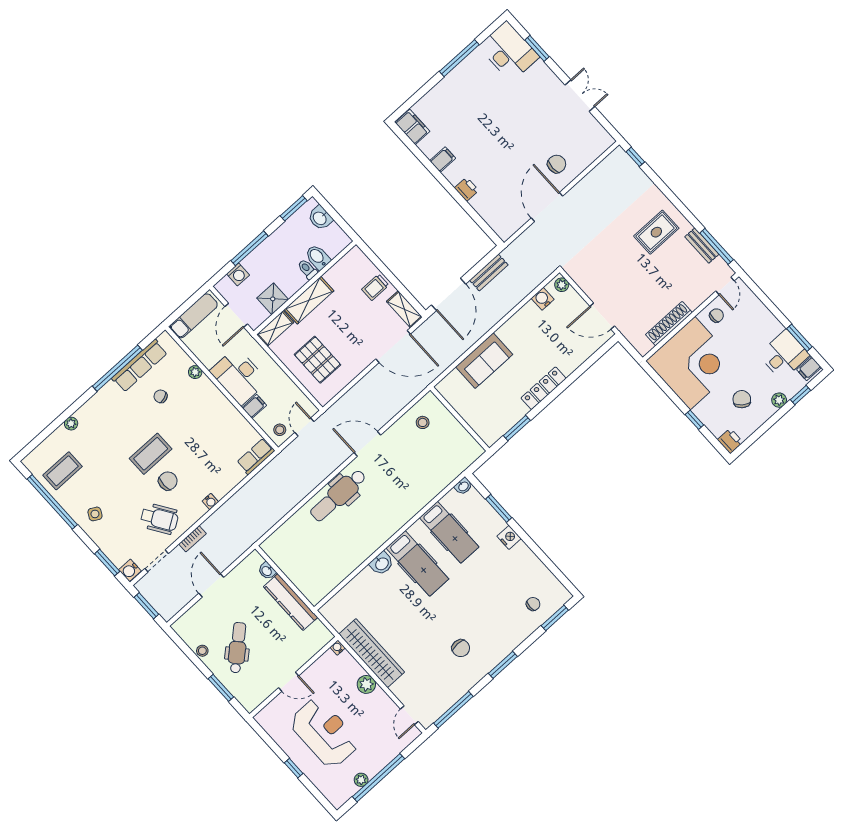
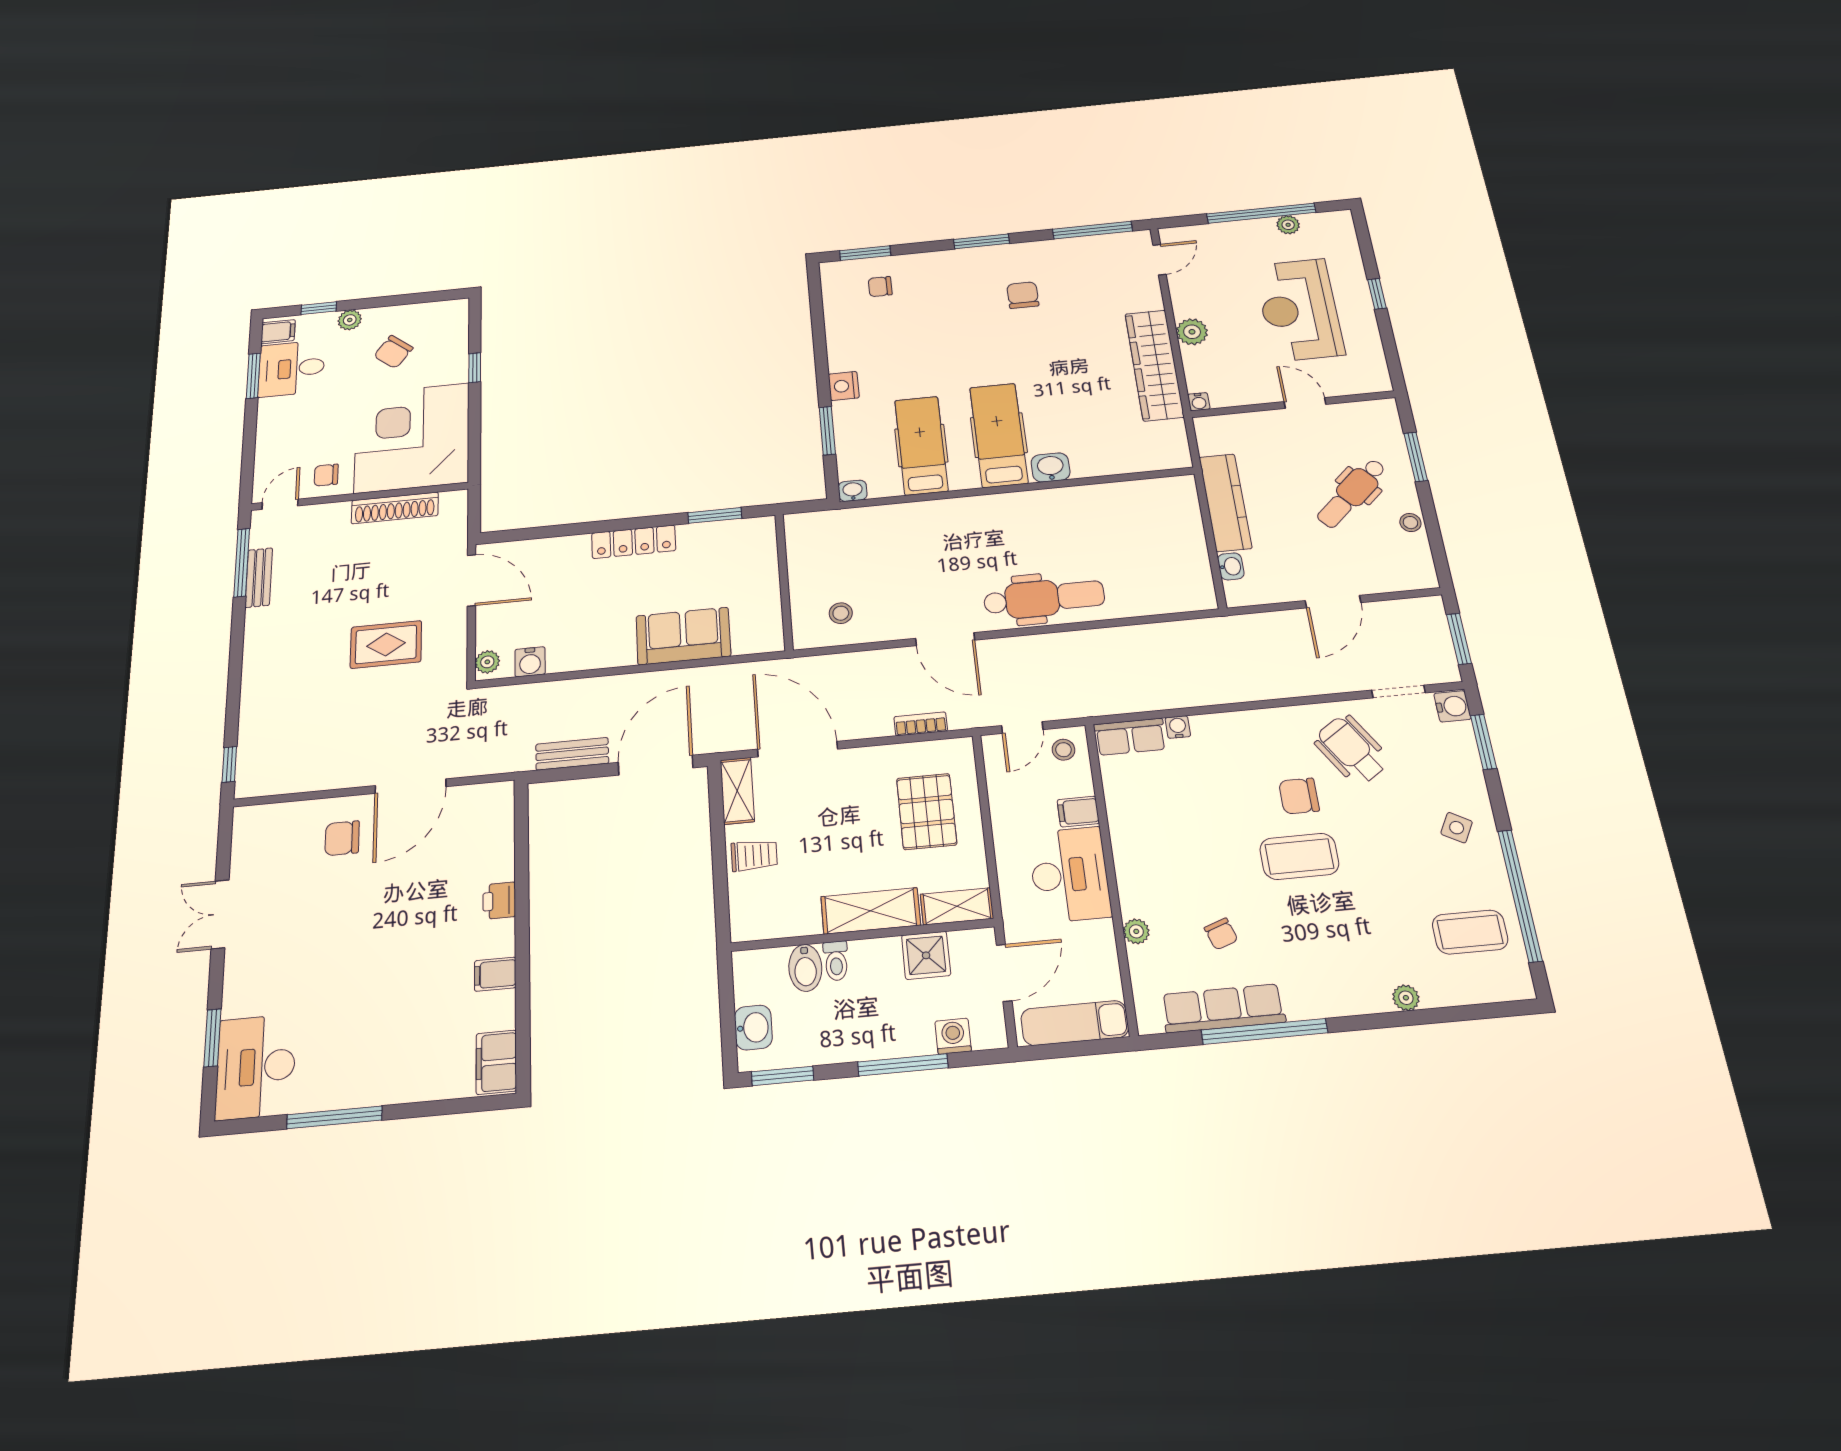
rug: (656, 232) -> (386, 644), moved
printer: (730, 441) -> (455, 313), removed
water cooler: (210, 501) -> (1178, 727), moved
bookcase: (192, 539) -> (921, 724), moved

